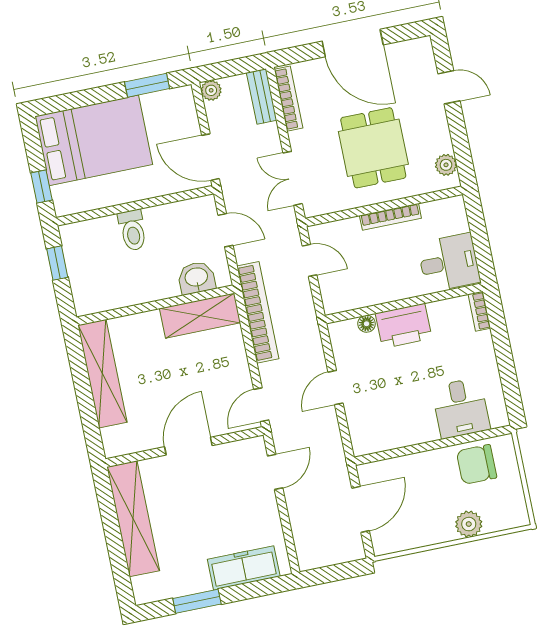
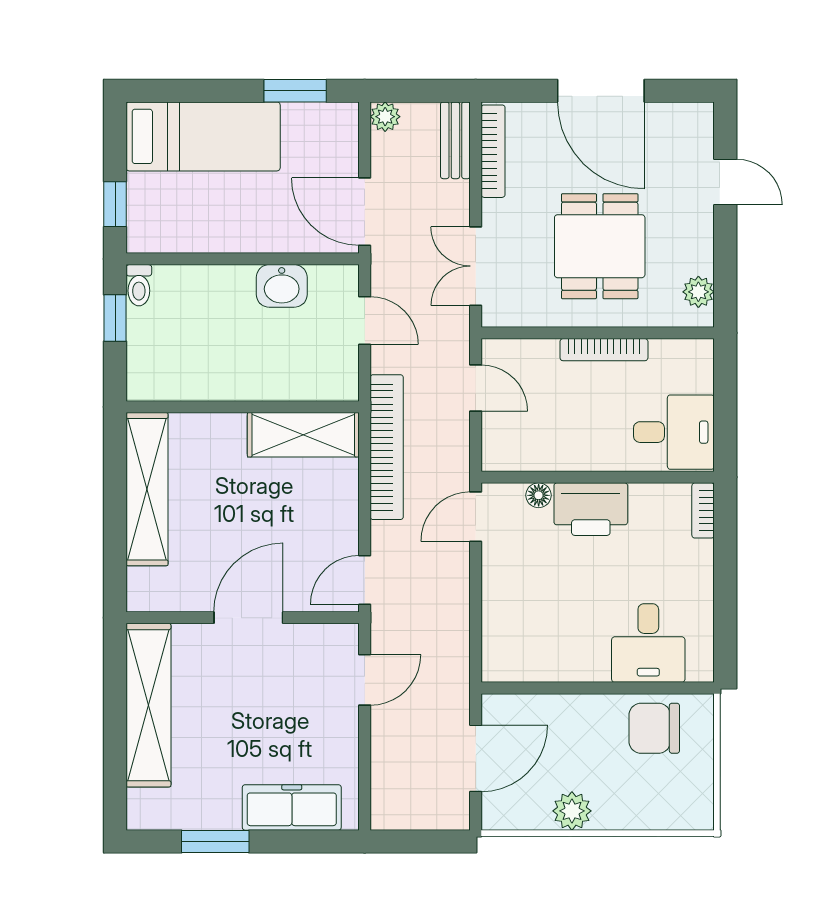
bed: (94, 140) -> (203, 136), width x0.67
toilet: (132, 230) -> (139, 285), moved, width x0.73, depth x0.72
washbasin: (196, 278) -> (282, 286), moved, turned 180
door: (336, 388) -> (476, 517), moved
plant: (469, 524) -> (572, 811), moved

